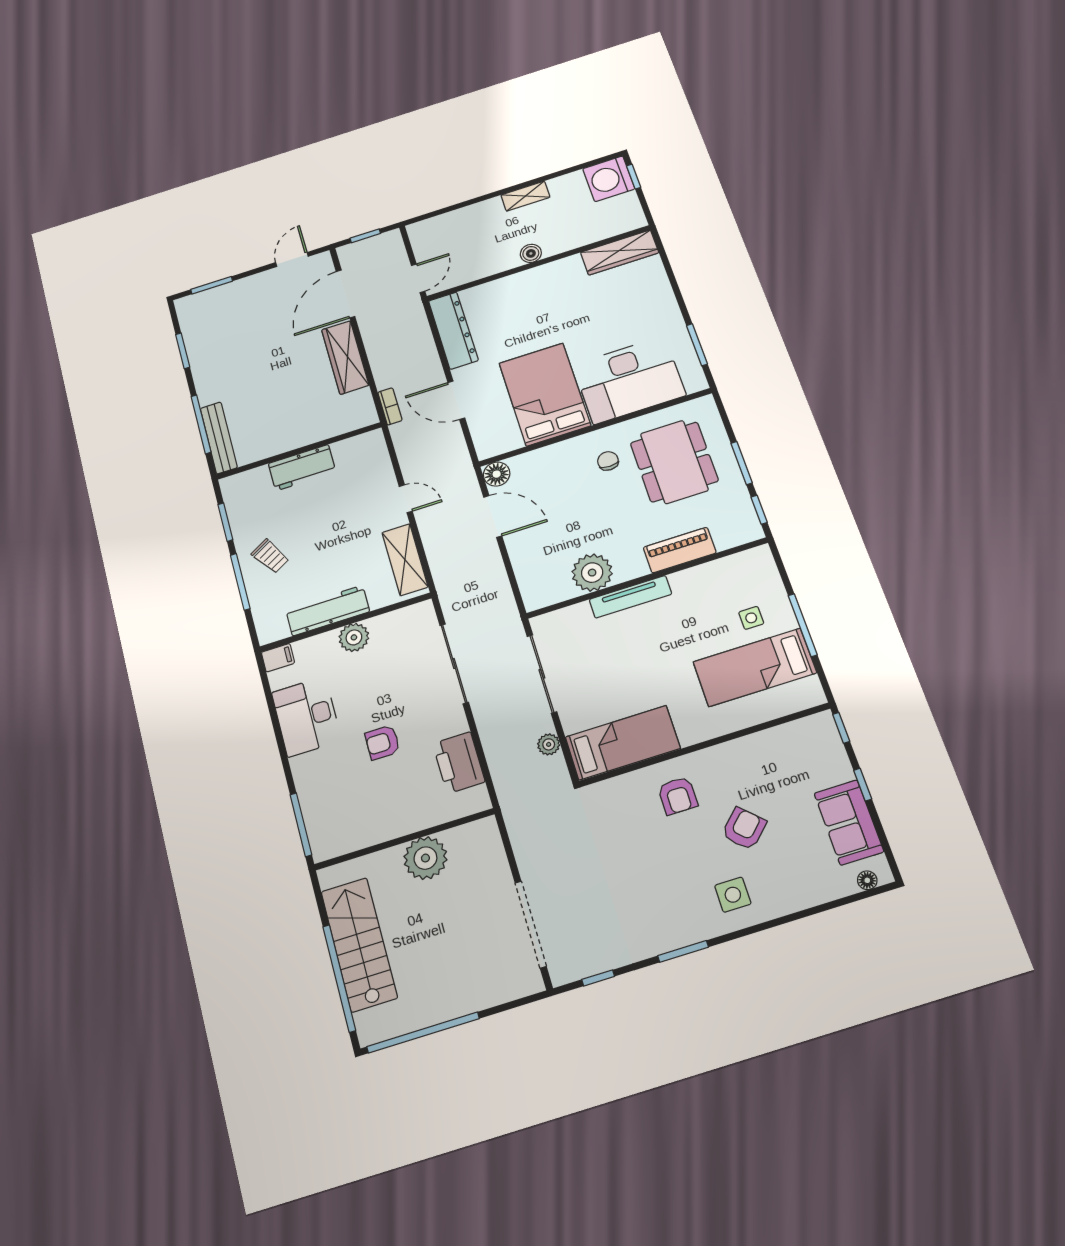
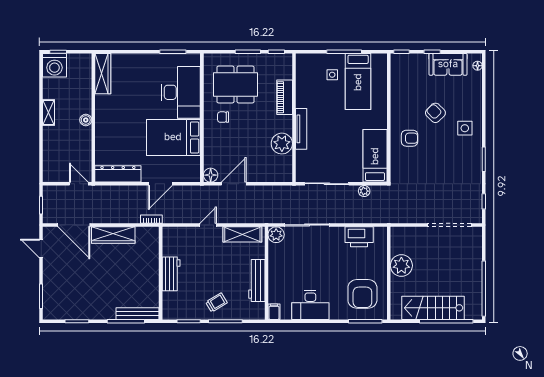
plant: (354, 637) -> (276, 235), moved
armchair: (383, 742) -> (362, 294), moved, width x1.88, depth x1.88

